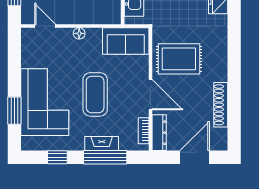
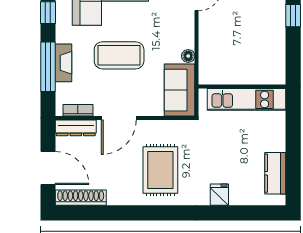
floor lamp: (79, 33) -> (188, 56), moved
rug: (179, 59) -> (160, 170), moved
shoe rack: (221, 105) -> (81, 198), moved

